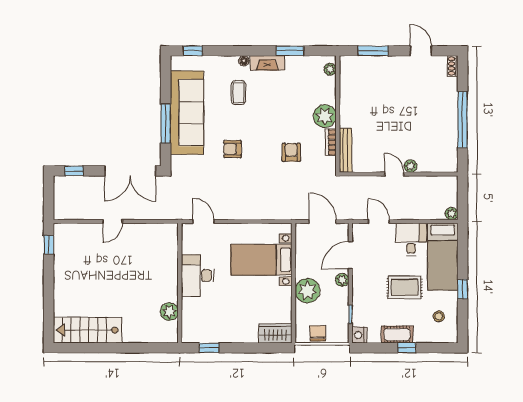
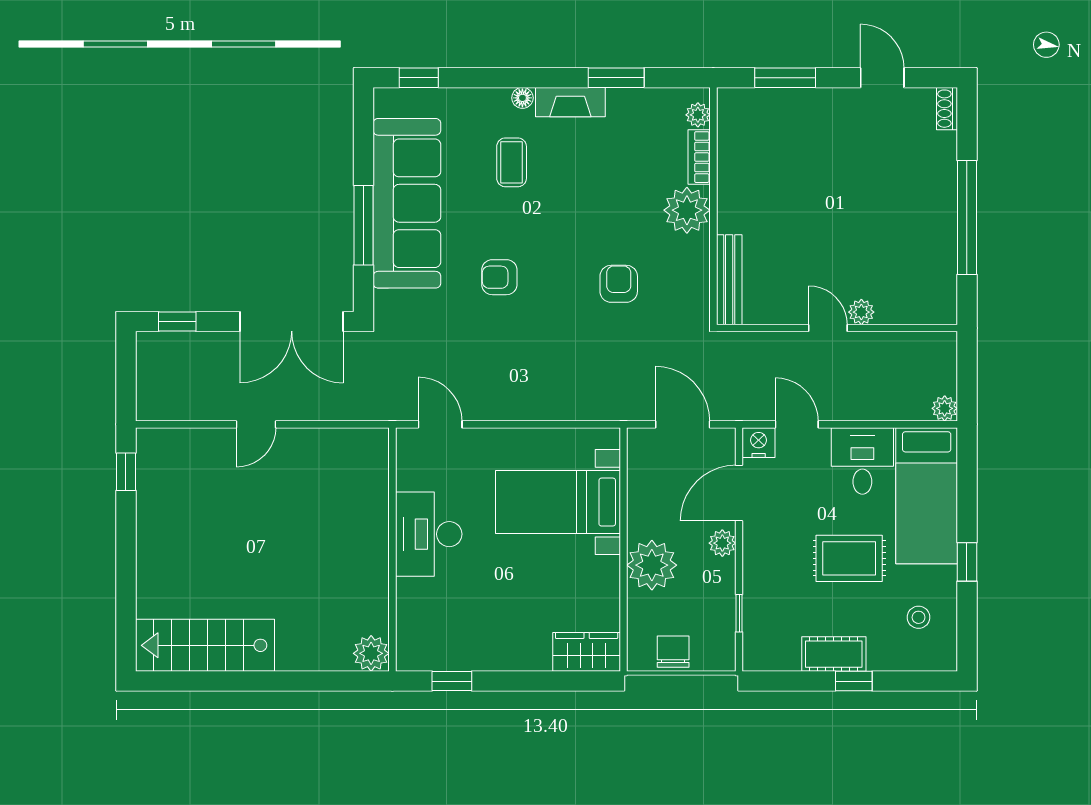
bookcase: (331, 142) -> (699, 157), moved
plant: (169, 312) -> (371, 653), moved
nightstand: (359, 335) -> (759, 443), moved, turned 90

